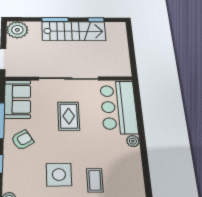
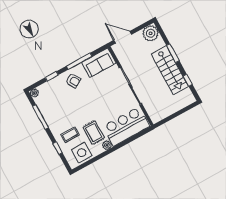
rug: (69, 116) -> (94, 133), moved, turned 90
side table: (59, 175) -> (82, 153), moved

